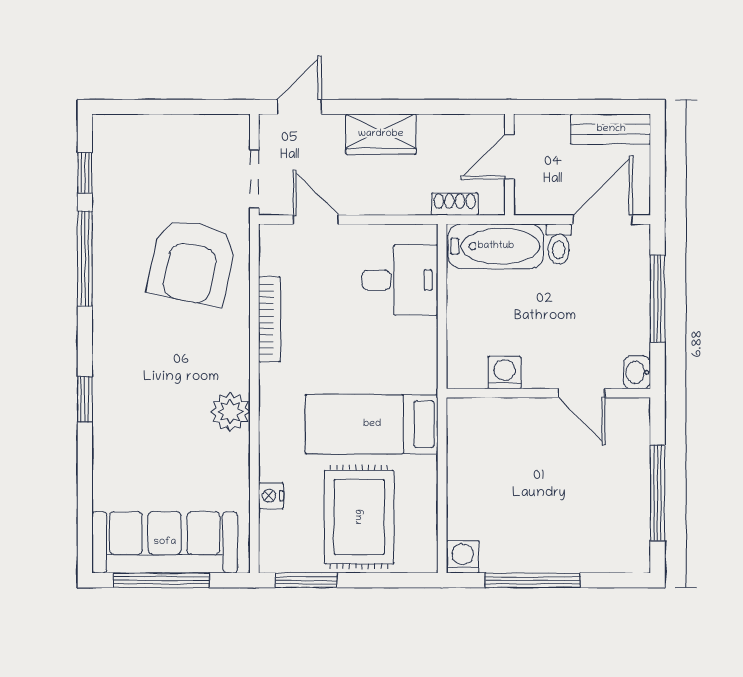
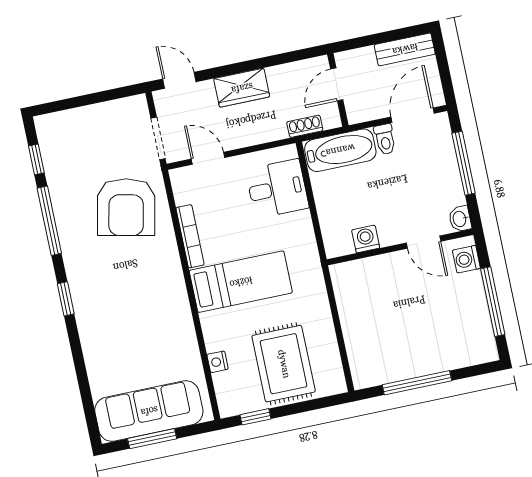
door: (299, 107) -> (179, 80), hinge flipped
window: (85, 399) -> (66, 299), moved
plant: (230, 412) -> (176, 308), removed
bed: (372, 424) -> (241, 282), moved, turned 180
washing machine: (463, 557) -> (466, 259), moved, turned -90
window: (161, 580) -> (152, 439), width x0.69
window: (306, 580) -> (255, 417), width x0.67

